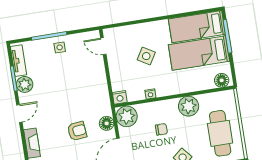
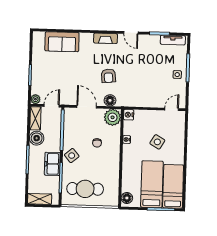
plant: (25, 84) -> (153, 41), removed
plant: (189, 106) -> (111, 168), removed

